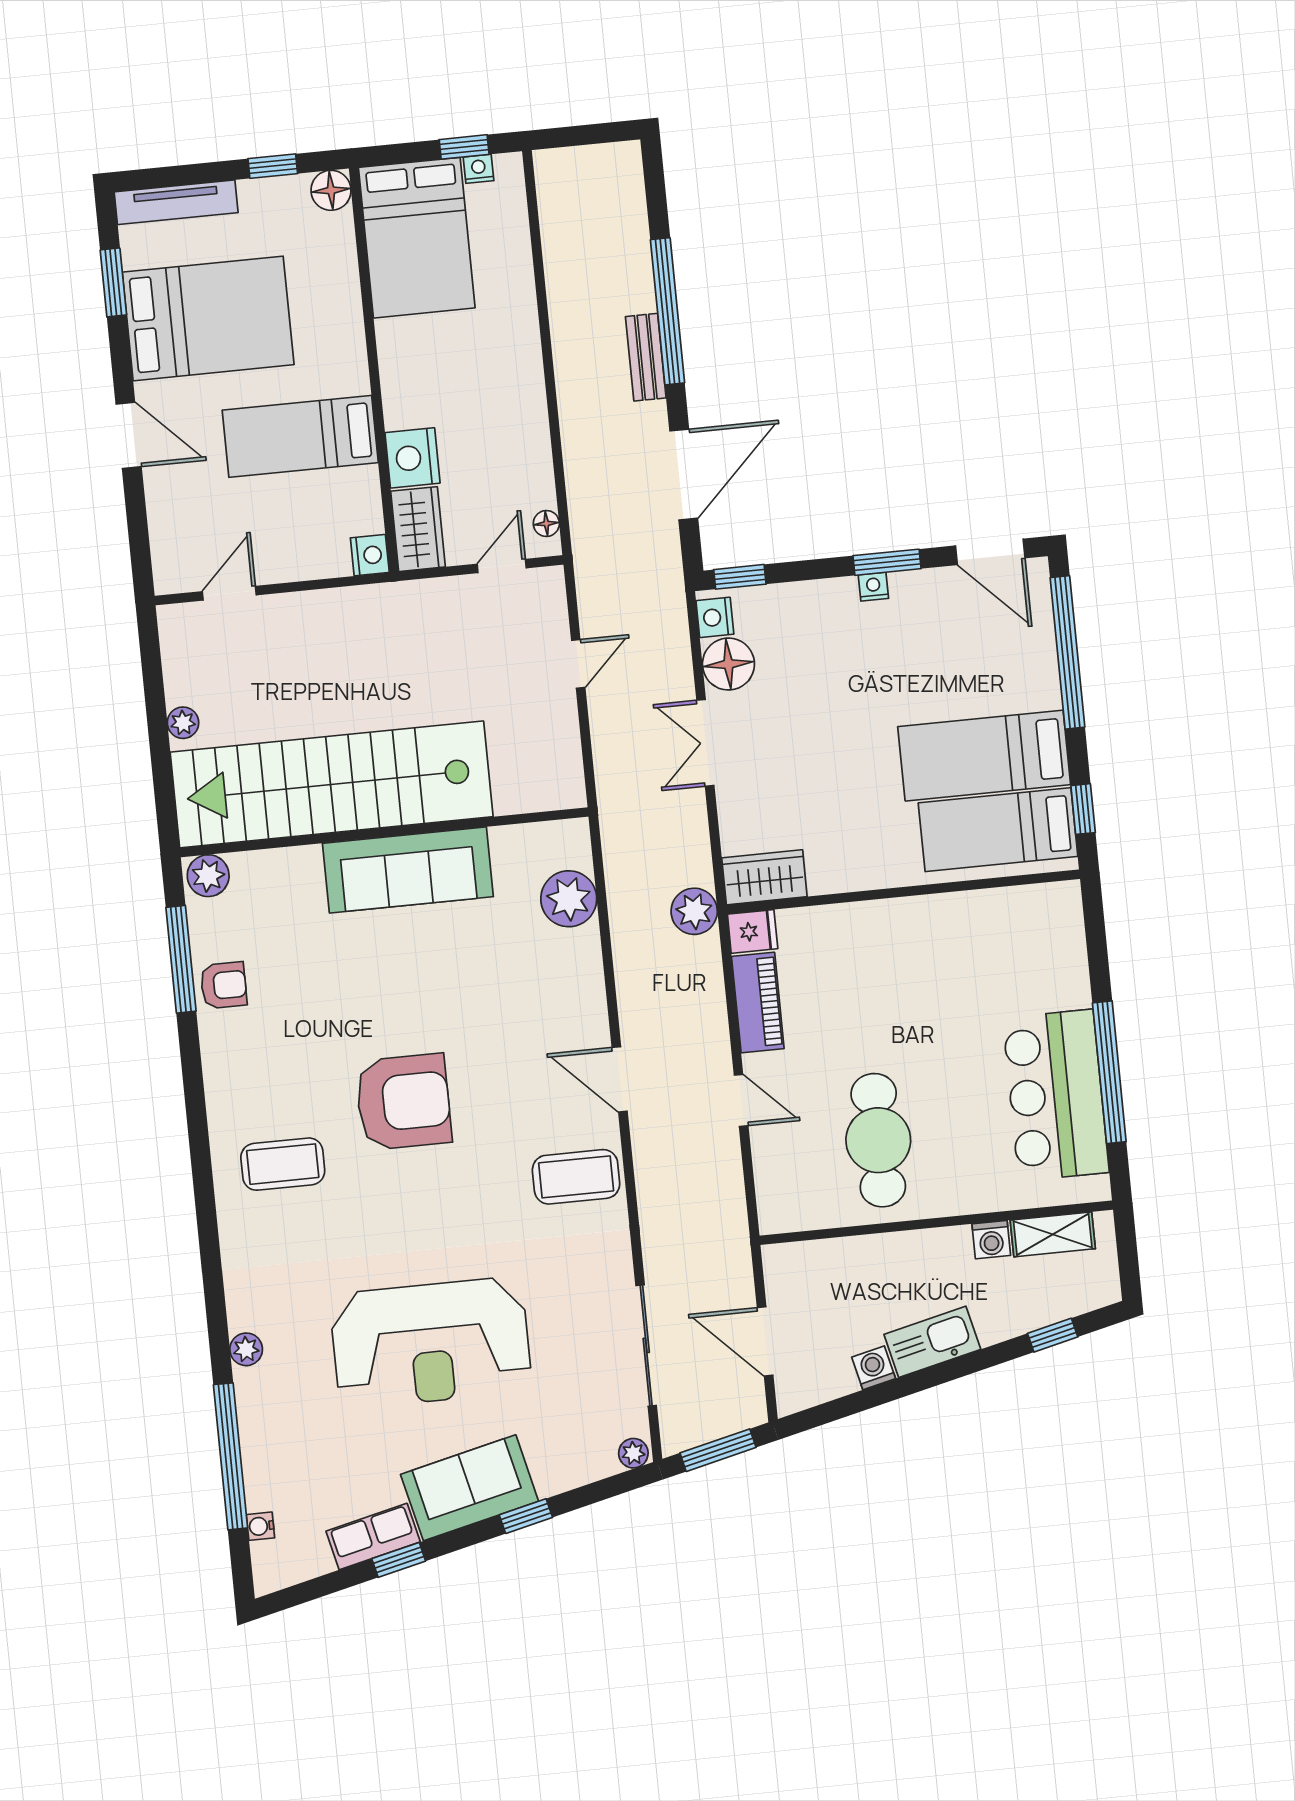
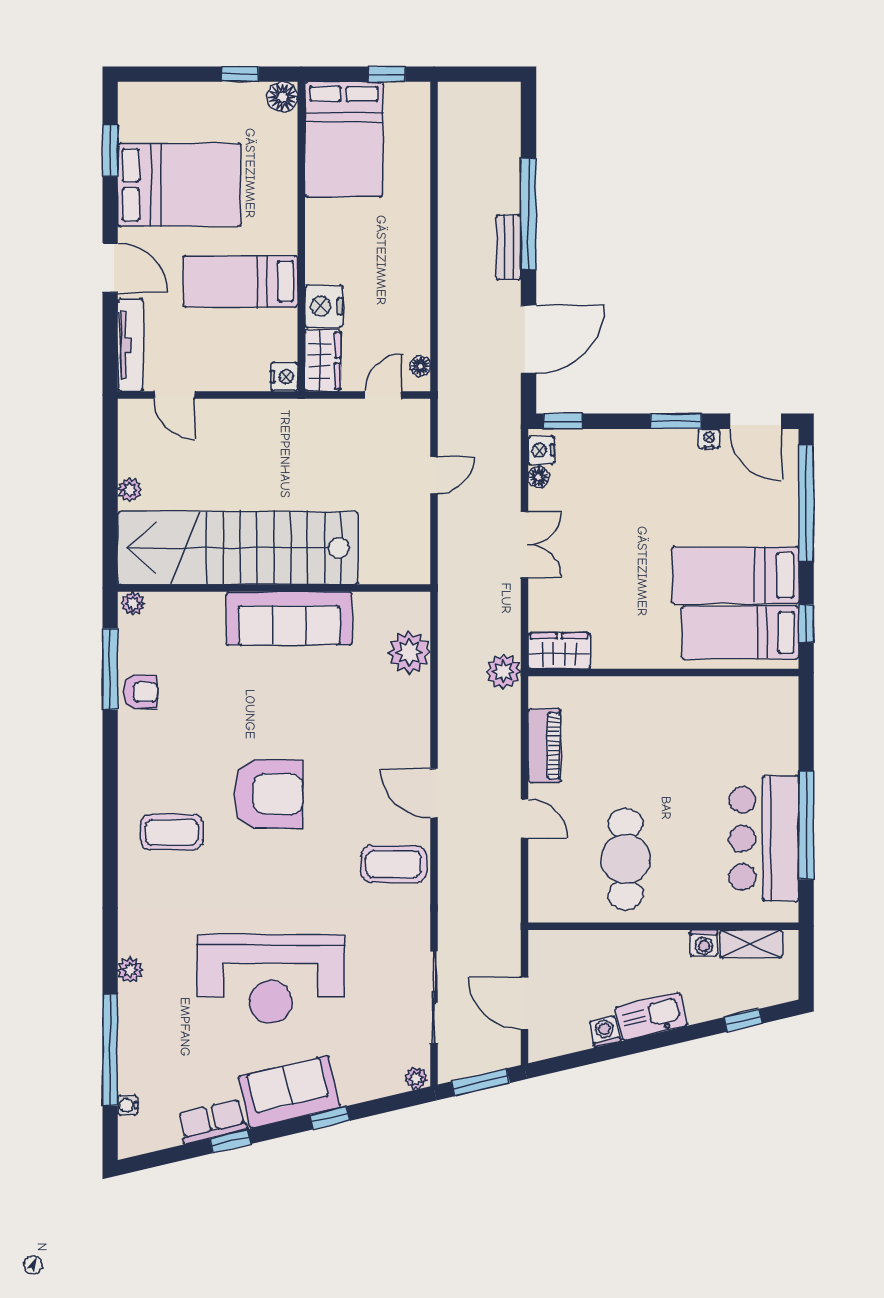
nightstand: (479, 169) -> (396, 92), removed
tv unit: (176, 202) -> (130, 345), moved, turned -90
nightstand: (873, 587) -> (709, 439), moved
door: (229, 593) -> (175, 395), swing flipped
floor lamp: (728, 664) -> (539, 477), width x0.53, depth x0.53
double door: (705, 743) -> (525, 545), swing flipped
plant: (208, 876) -> (133, 603), width x0.73, depth x0.73
fridge: (753, 931) -> (546, 691), removed

